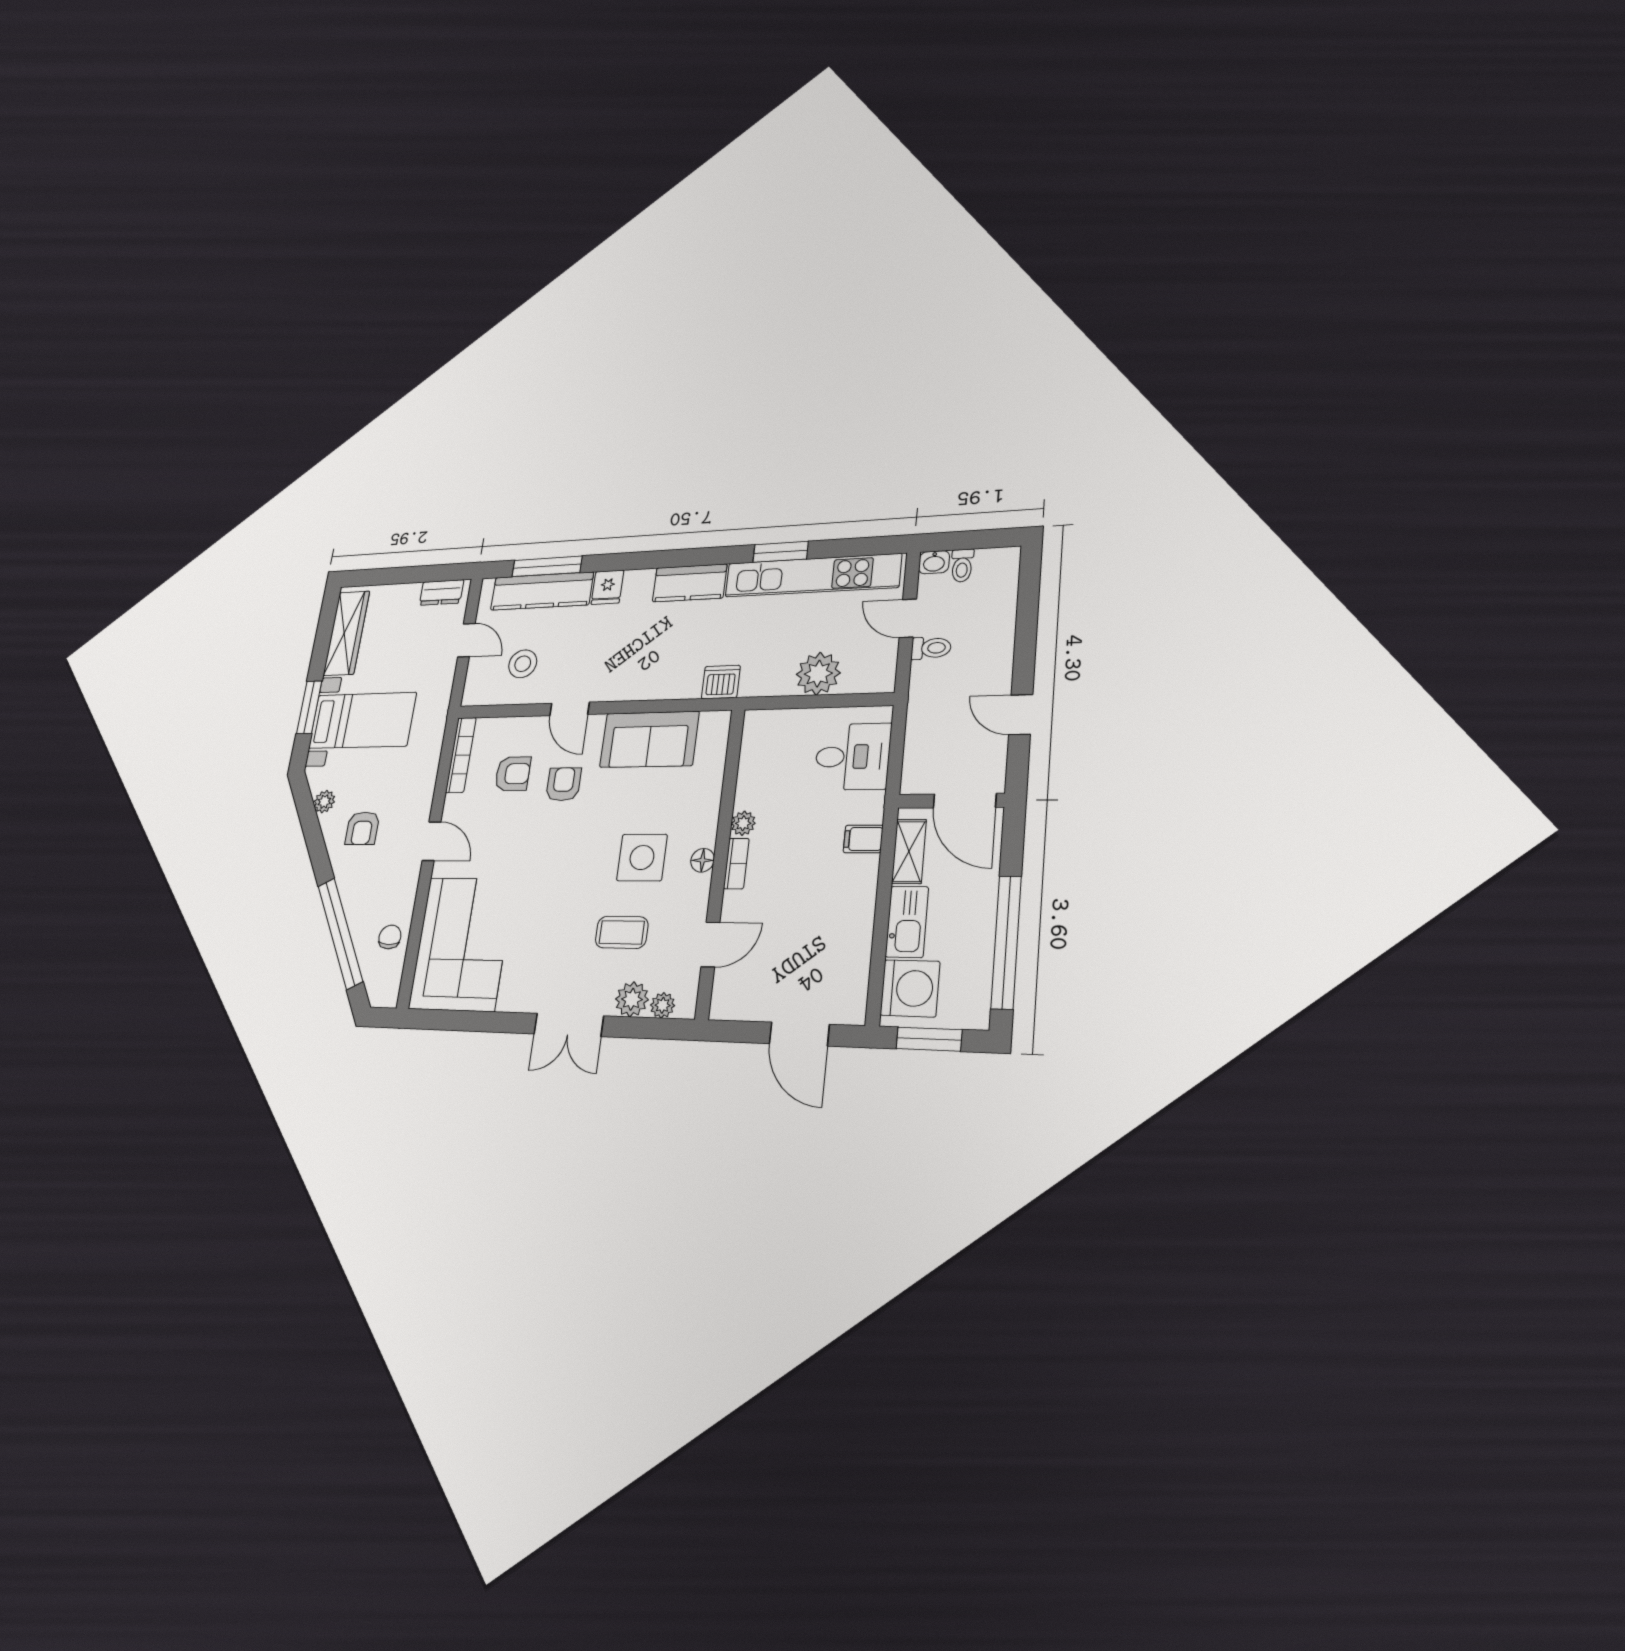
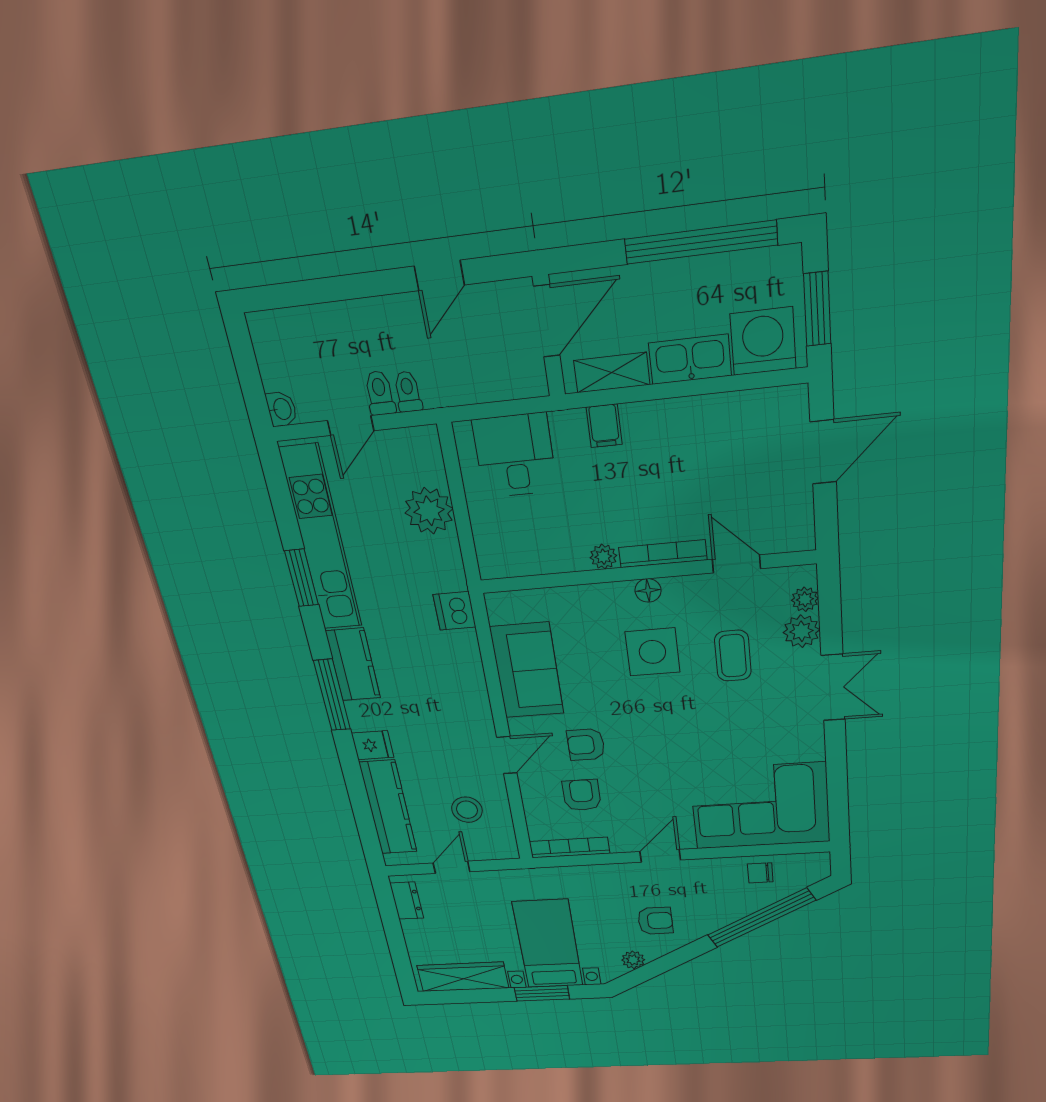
window: (547, 566) -> (332, 695), moved
toilet: (962, 566) -> (408, 392), moved, turned -90
bookcase: (736, 864) -> (663, 554), width x1.56

